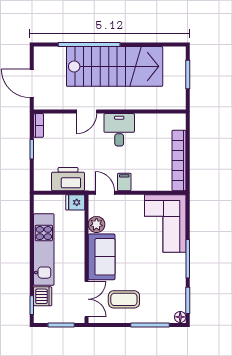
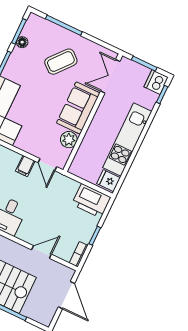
door: (87, 112) -> (41, 252), moved
printer: (68, 179) -> (91, 201), moved
fridge: (75, 202) -> (109, 181), moved, turned 180
dishwasher: (43, 296) -> (156, 82), moved
coffee table: (124, 299) -> (61, 62), moved, turned -50
floor lamp: (180, 317) -> (22, 42), moved

